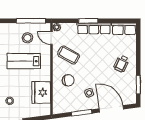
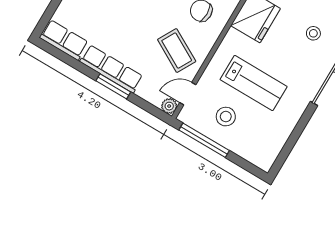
door: (51, 38) -> (188, 94), swing flipped

